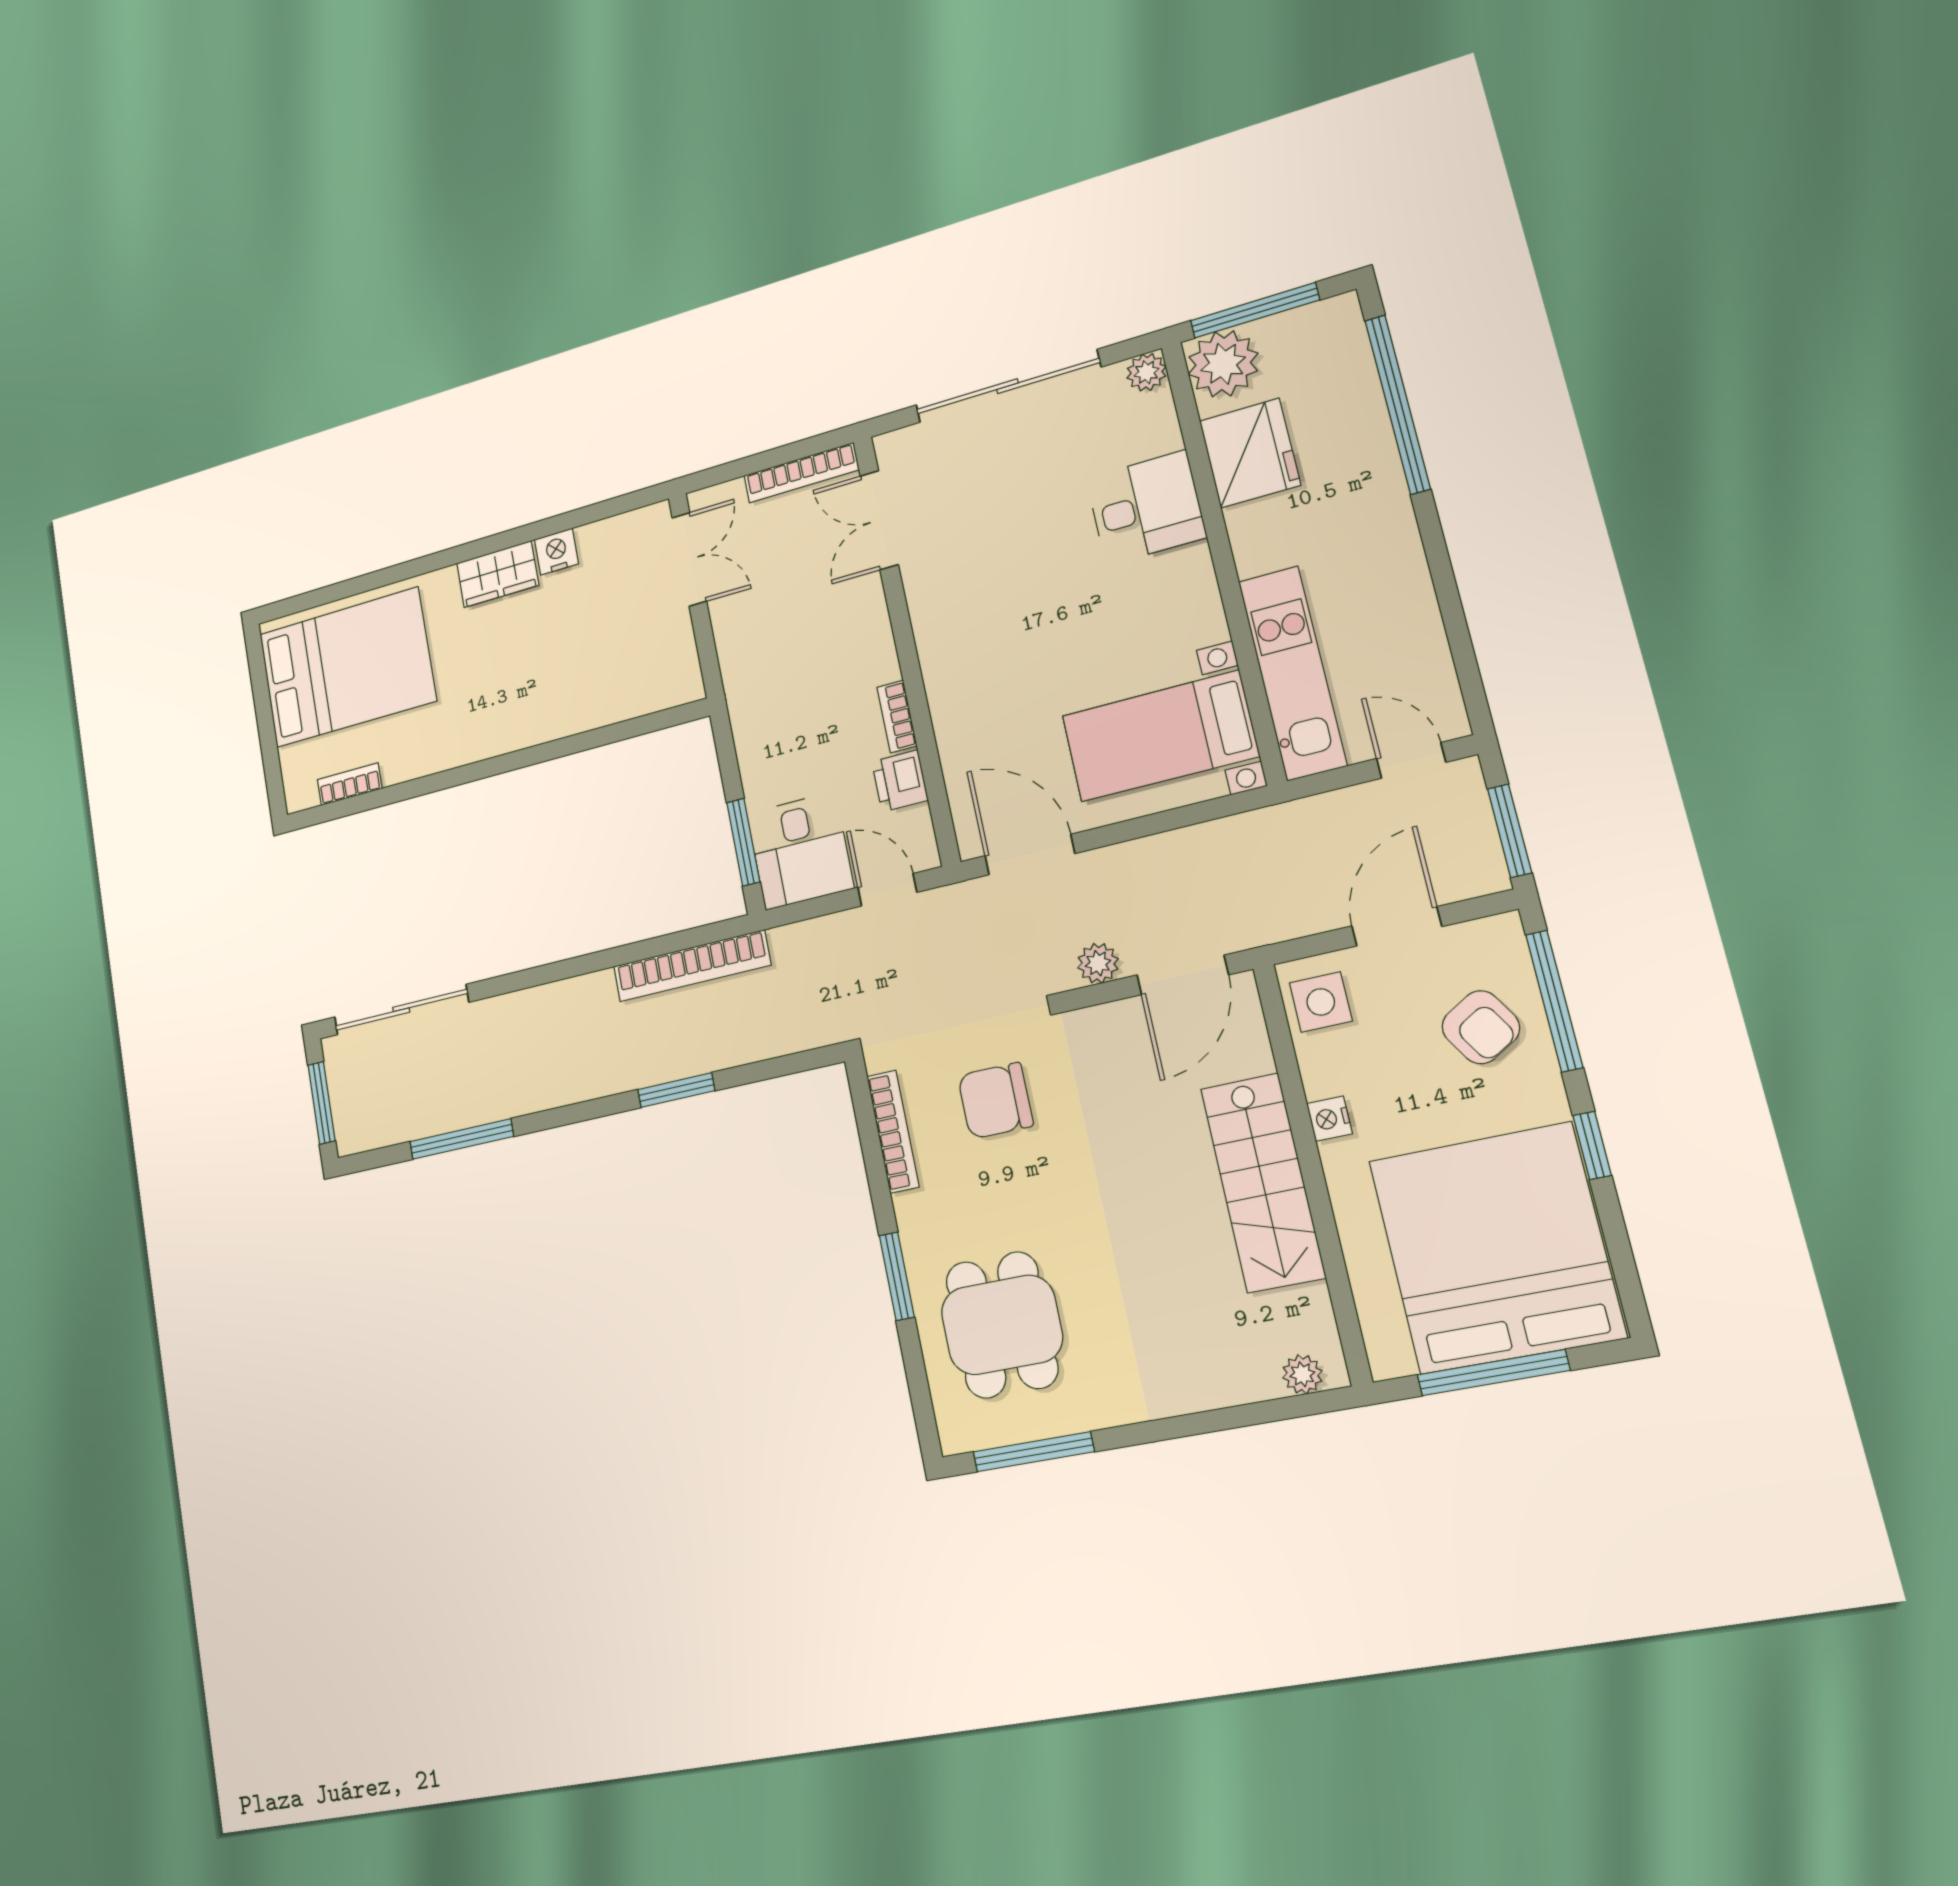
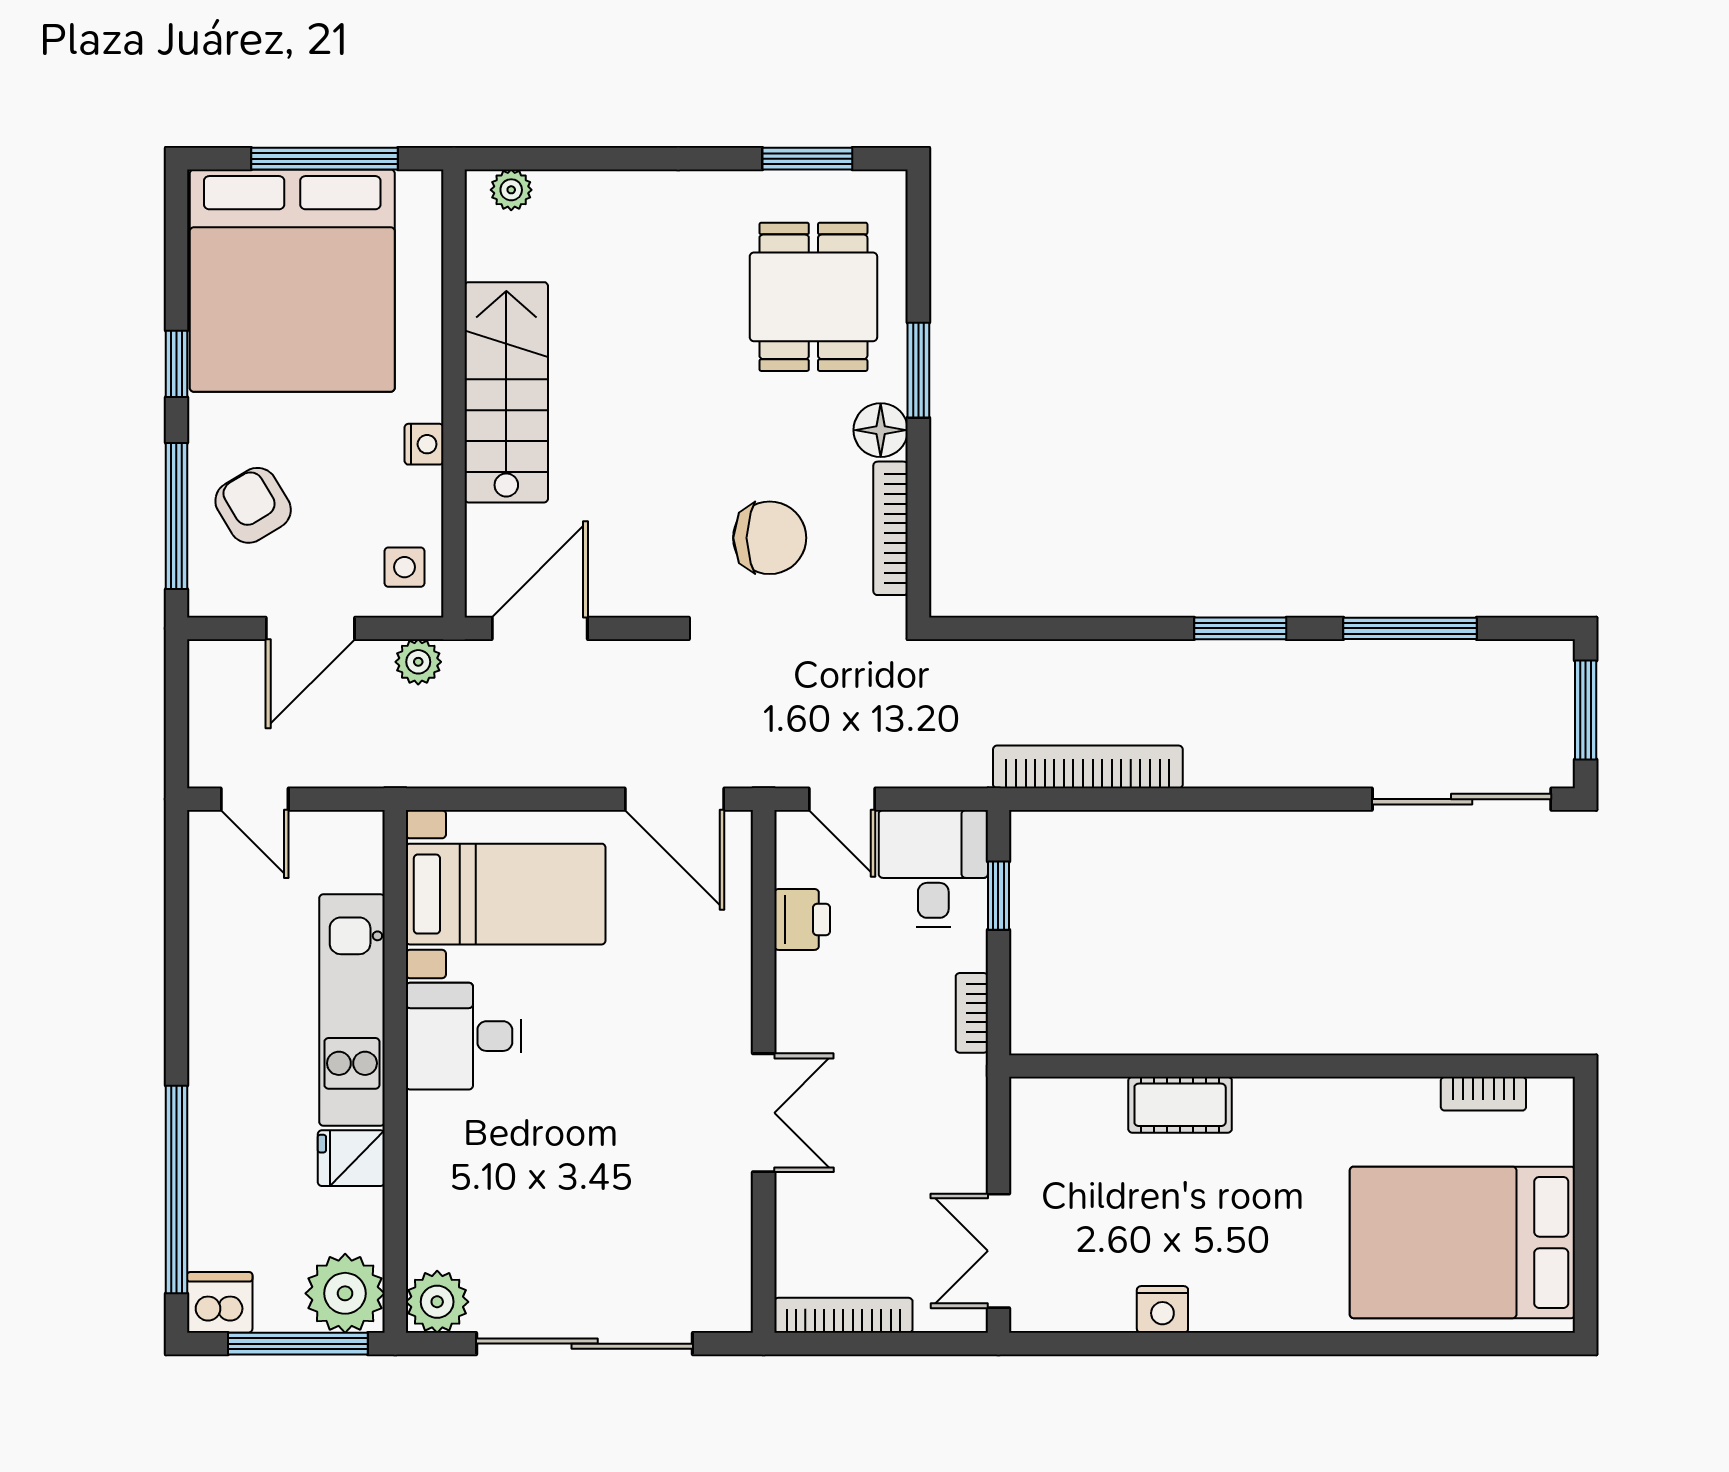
dishwasher: (1334, 322) -> (220, 1302), added
plant: (1146, 372) -> (437, 1302), width x1.38, depth x1.38
fridge: (1250, 453) -> (351, 1158), width x0.53, depth x0.75
desk: (1146, 508) -> (464, 1036), moved
double door: (879, 520) -> (764, 1113), moved
wardrobe: (498, 574) -> (1243, 1303), removed
kitchen unit: (1292, 673) -> (352, 1010), moved
cot: (571, 713) -> (1180, 1105), added
bookcase: (897, 717) -> (972, 1013), moved, turned 180
window: (1510, 831) -> (176, 700), removed
window: (743, 842) -> (998, 896), width x0.67
plant: (1098, 963) -> (418, 662), moved
side table: (1321, 1002) -> (405, 567), width x0.73, depth x0.73
window: (676, 1090) -> (1240, 628), moved
floor lamp: (919, 1216) -> (881, 430), added
window: (1033, 1452) -> (807, 159), width x0.69

